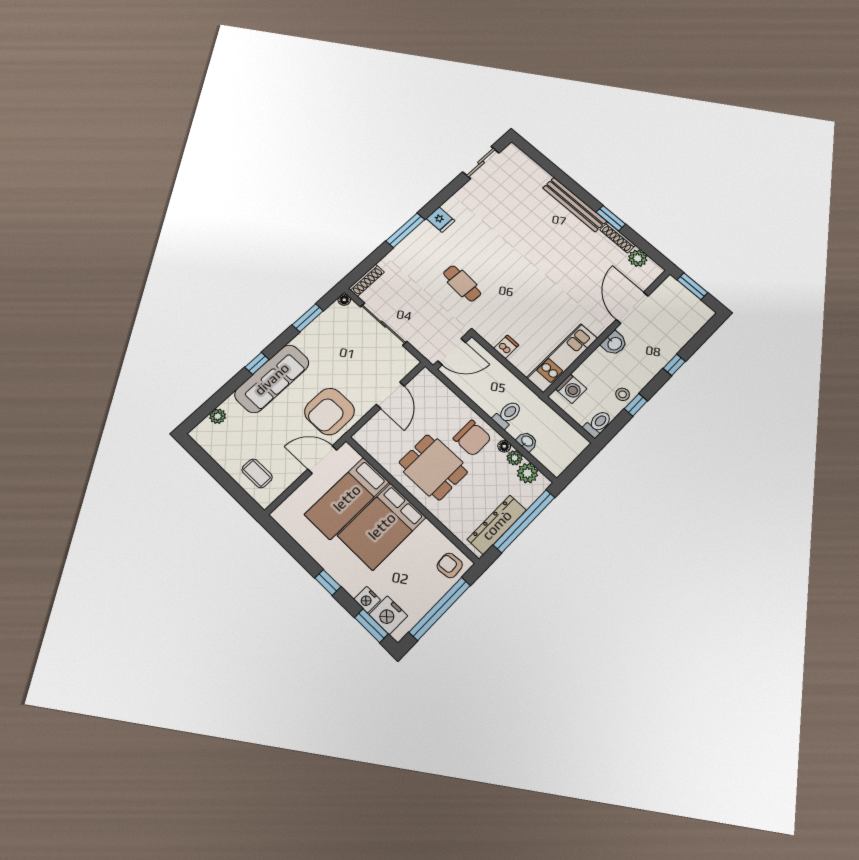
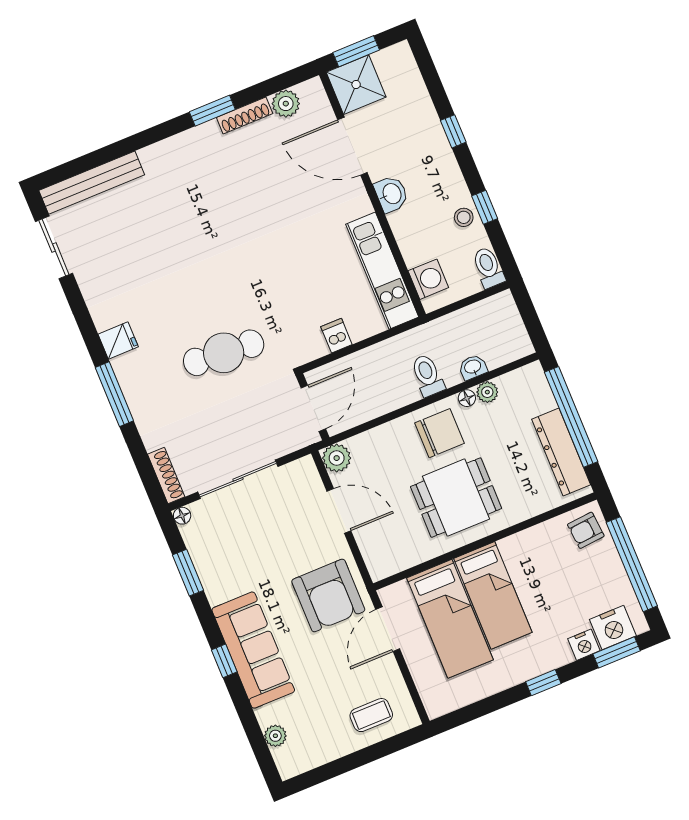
bench: (574, 205) -> (92, 183), moved
cafe table: (462, 283) -> (224, 353), width x1.37, depth x1.35
shower: (672, 294) -> (356, 85), added
plant: (528, 473) -> (337, 458), moved
bed: (382, 526) -> (493, 595), width x0.67

